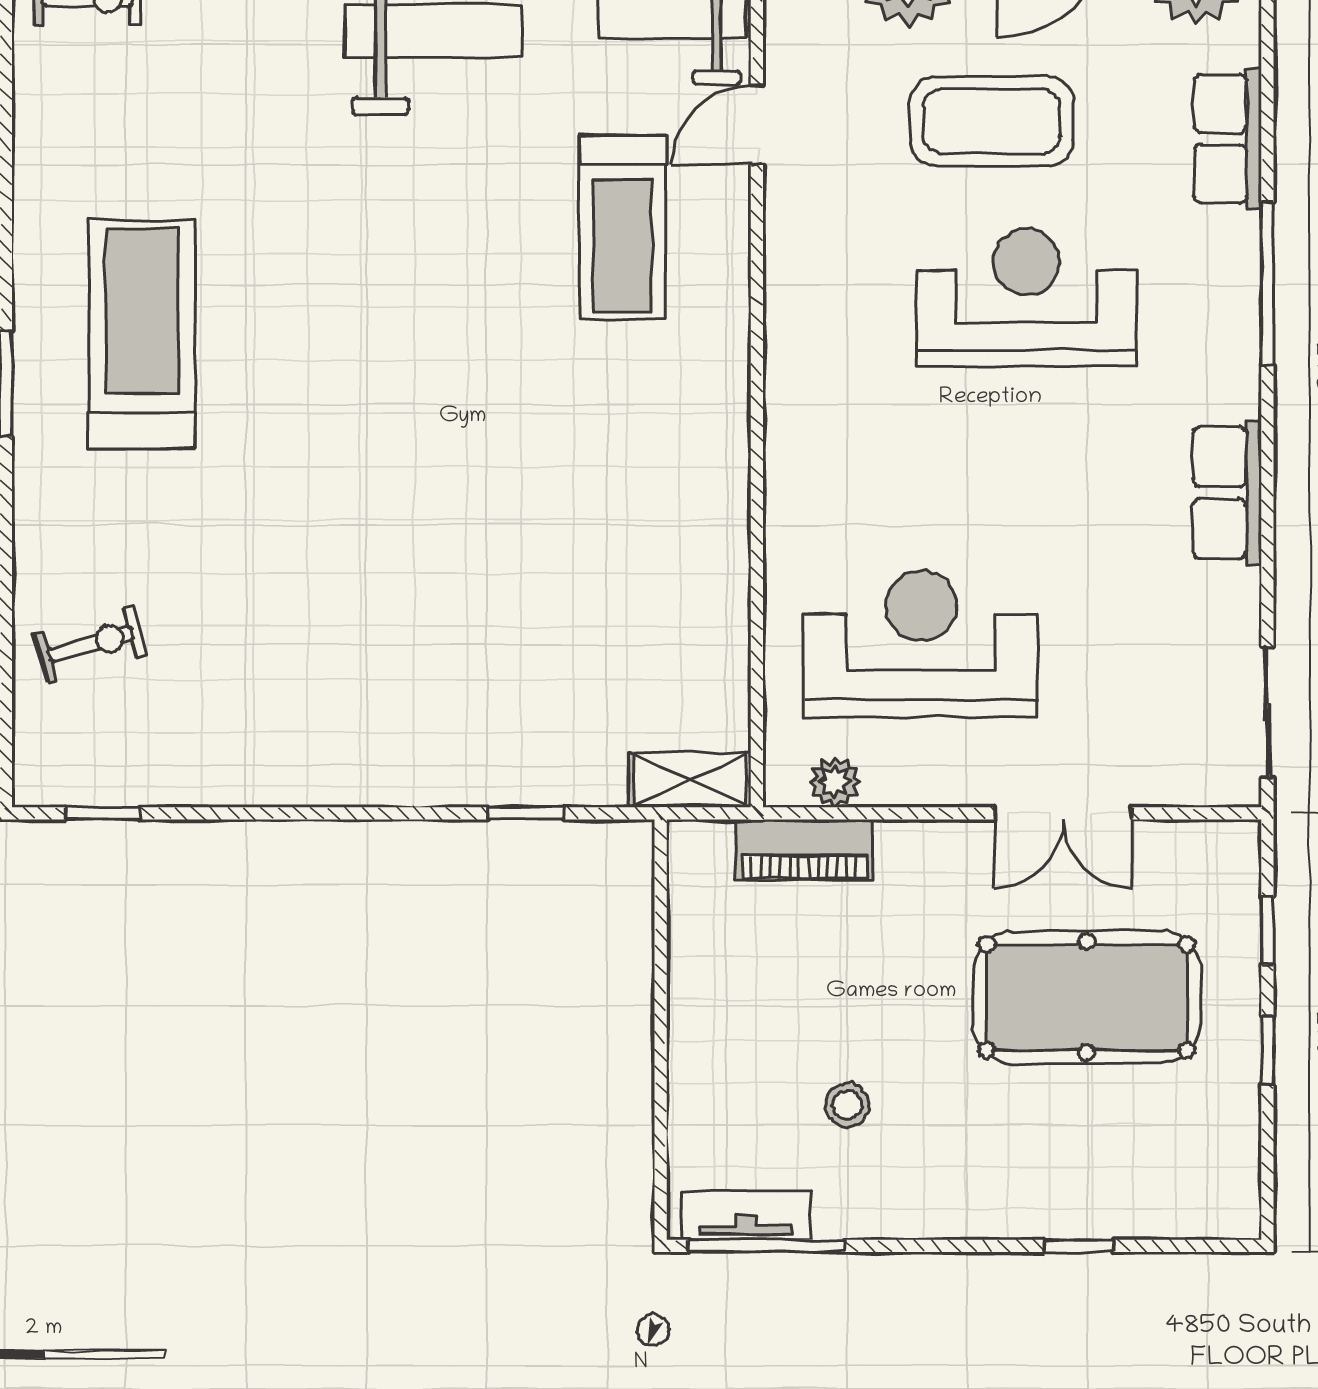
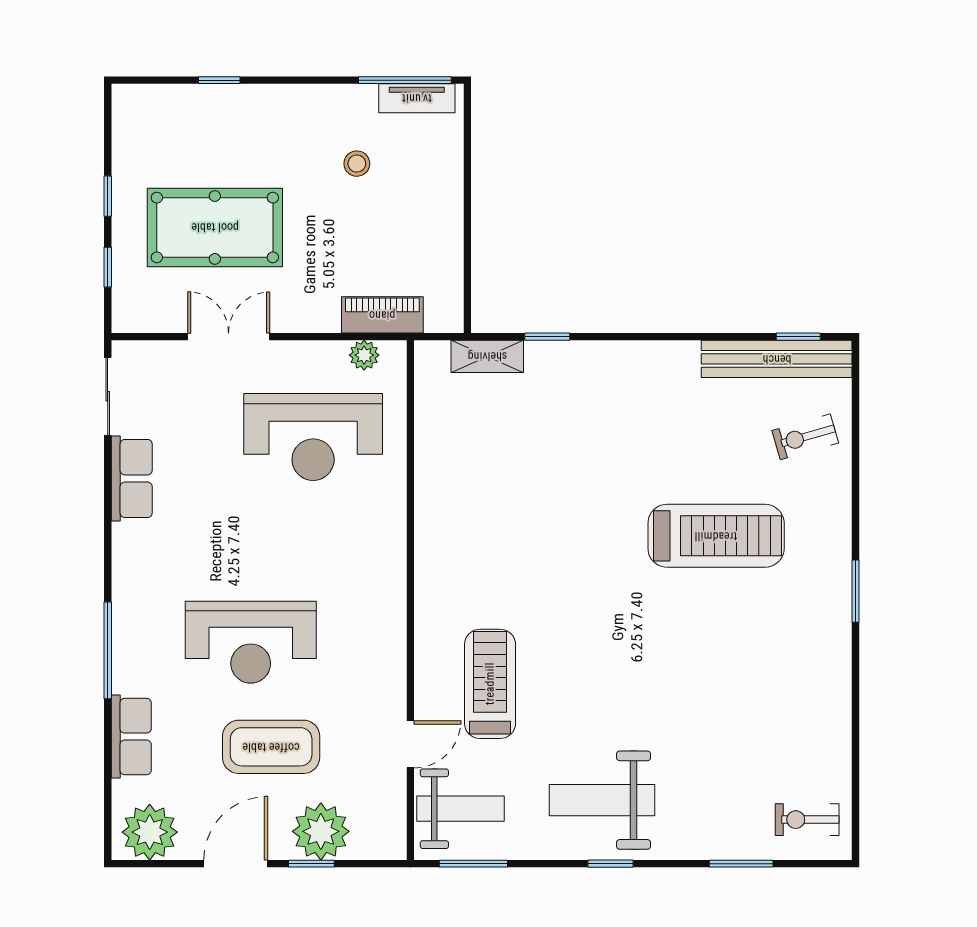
treadmill: (142, 334) -> (716, 536), moved, turned -90
row of seats: (1227, 492) -> (132, 478), moved
bench: (139, 776) -> (777, 359), added
shelving: (690, 780) -> (487, 356), moved

